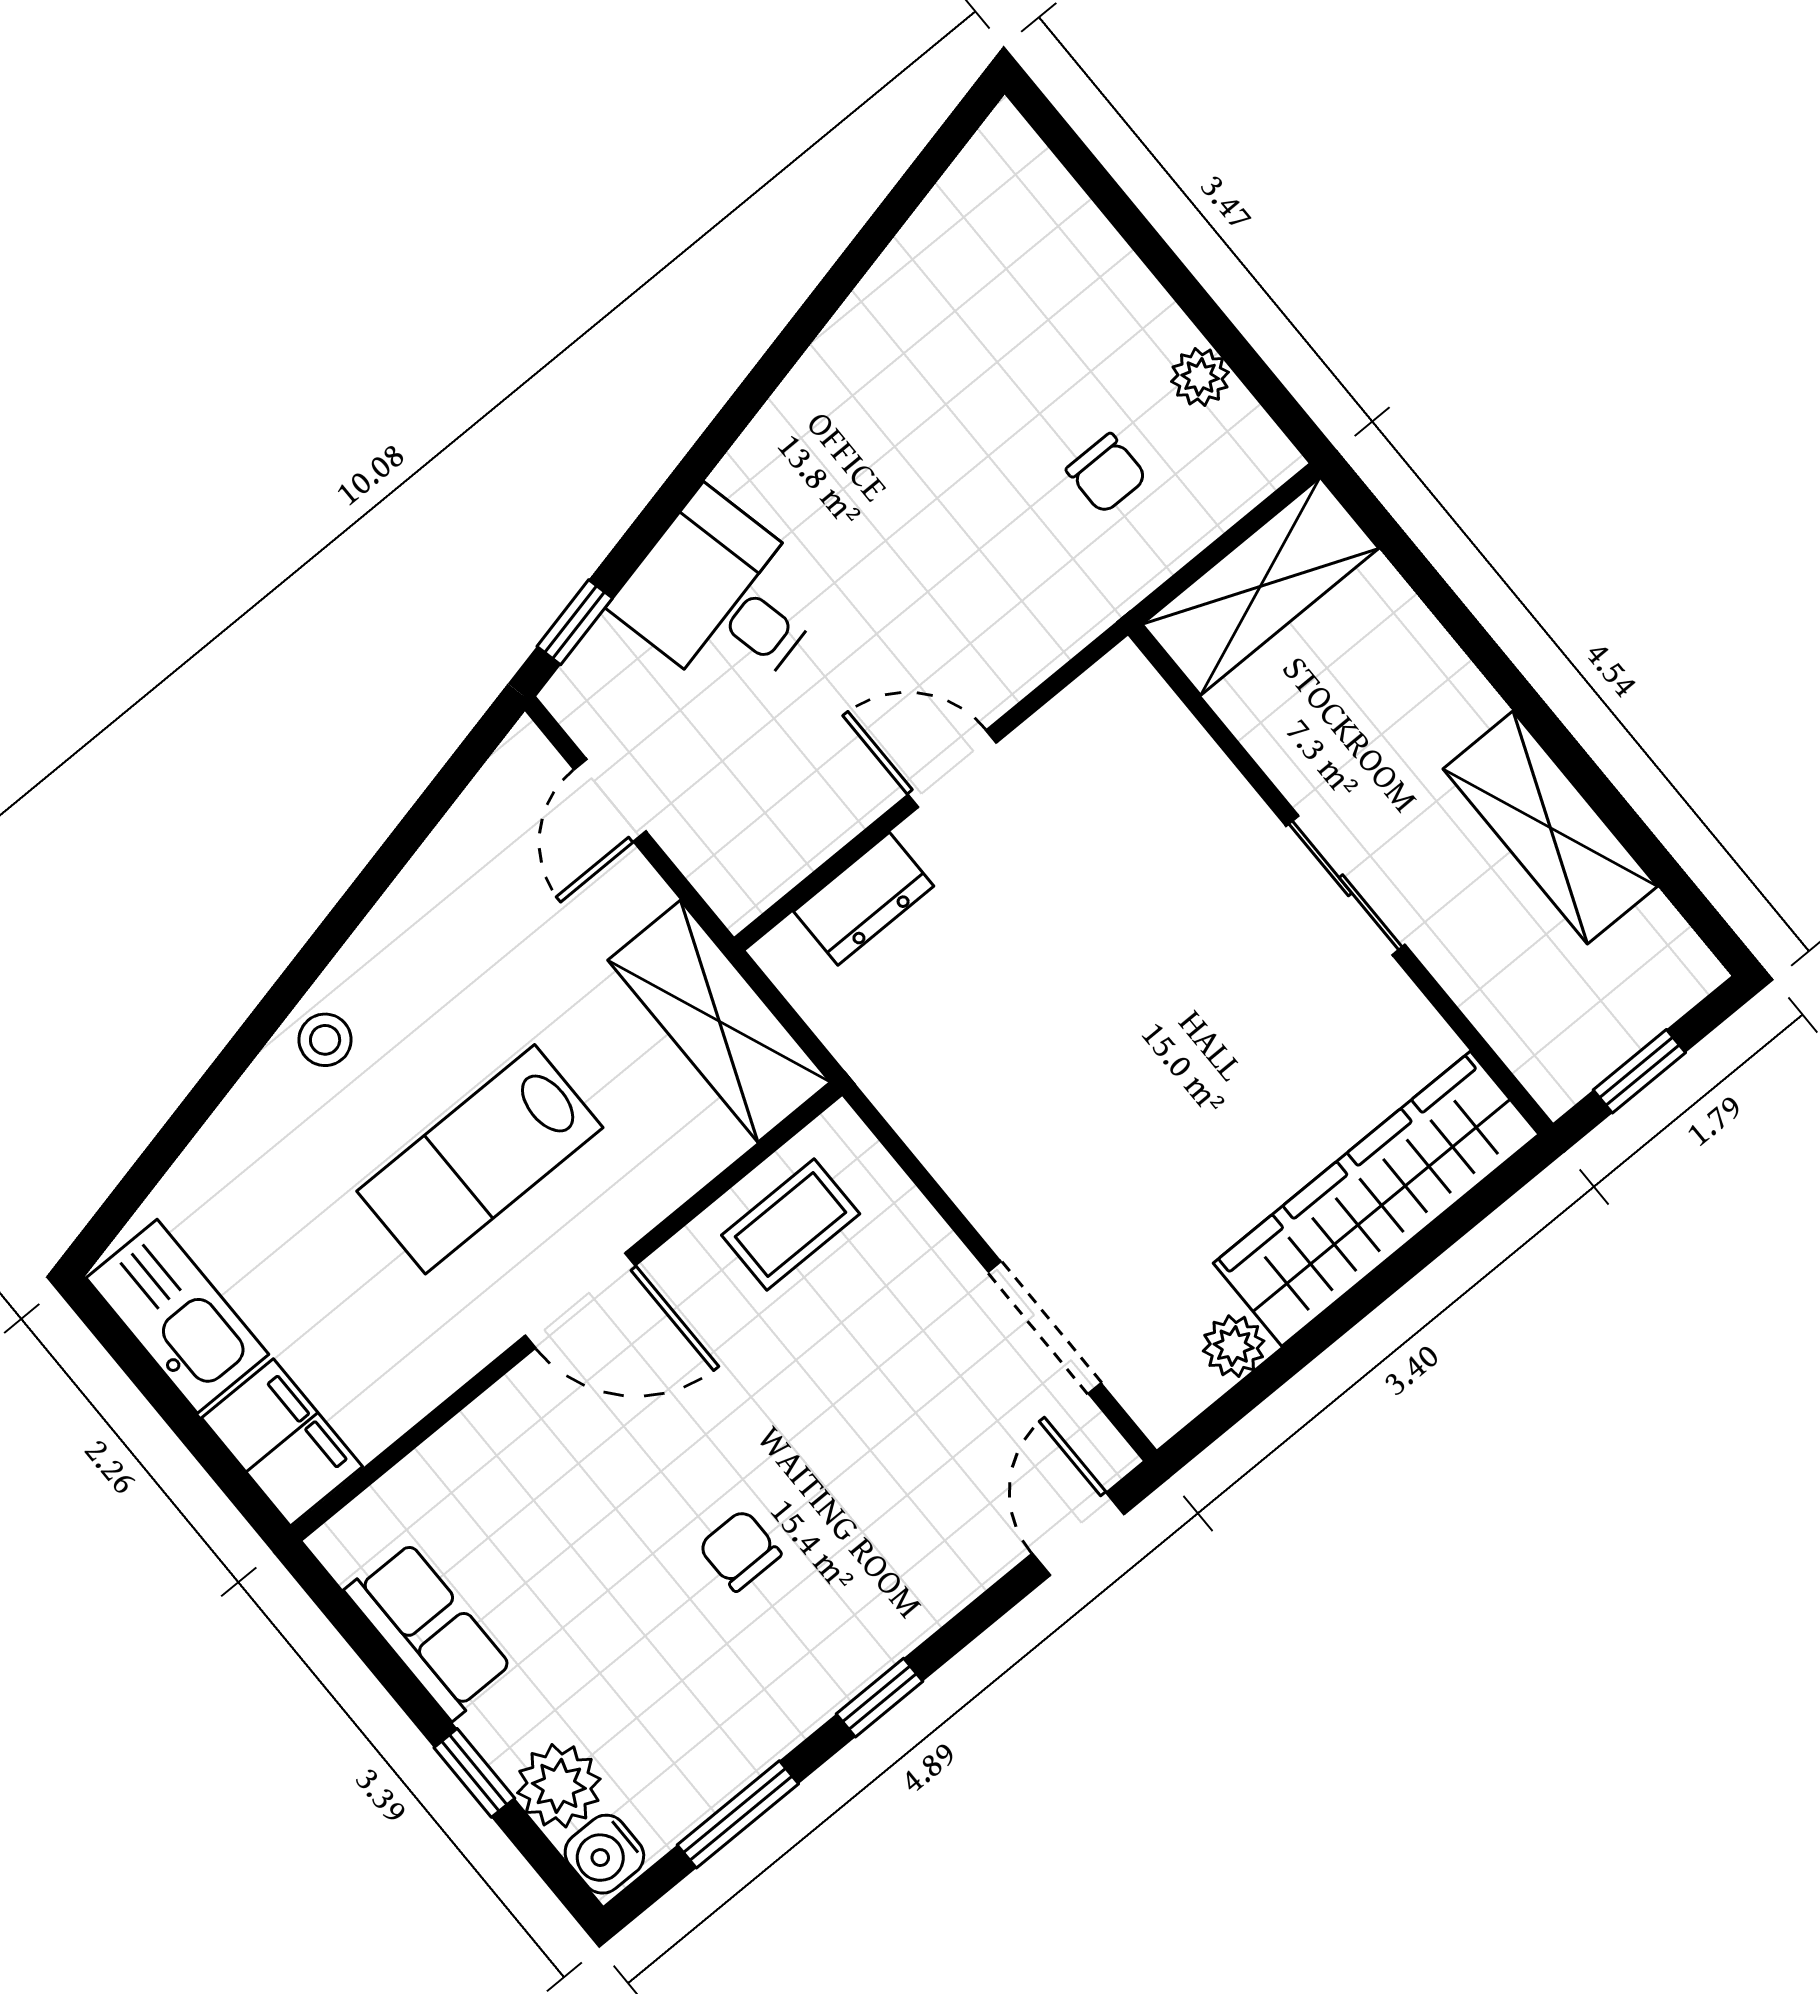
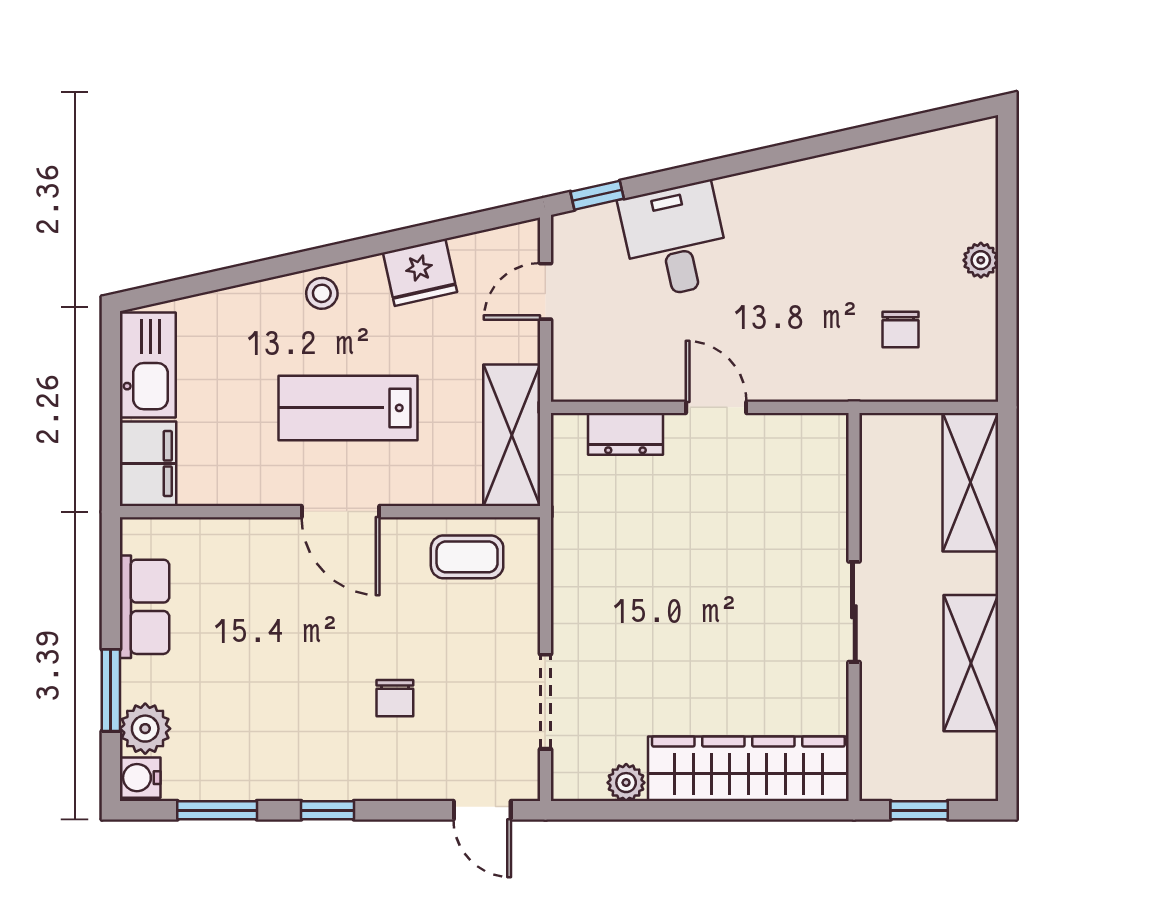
plant: (1200, 377) -> (981, 260), moved
shelving: (1260, 586) -> (970, 482), moved, turned 90
fridge: (429, 909) -> (420, 272), added
door: (1078, 1534) -> (482, 810), swing flipped
chair: (740, 1550) -> (395, 698), moved, turned 180
window: (474, 1773) -> (111, 690), width x1.50

